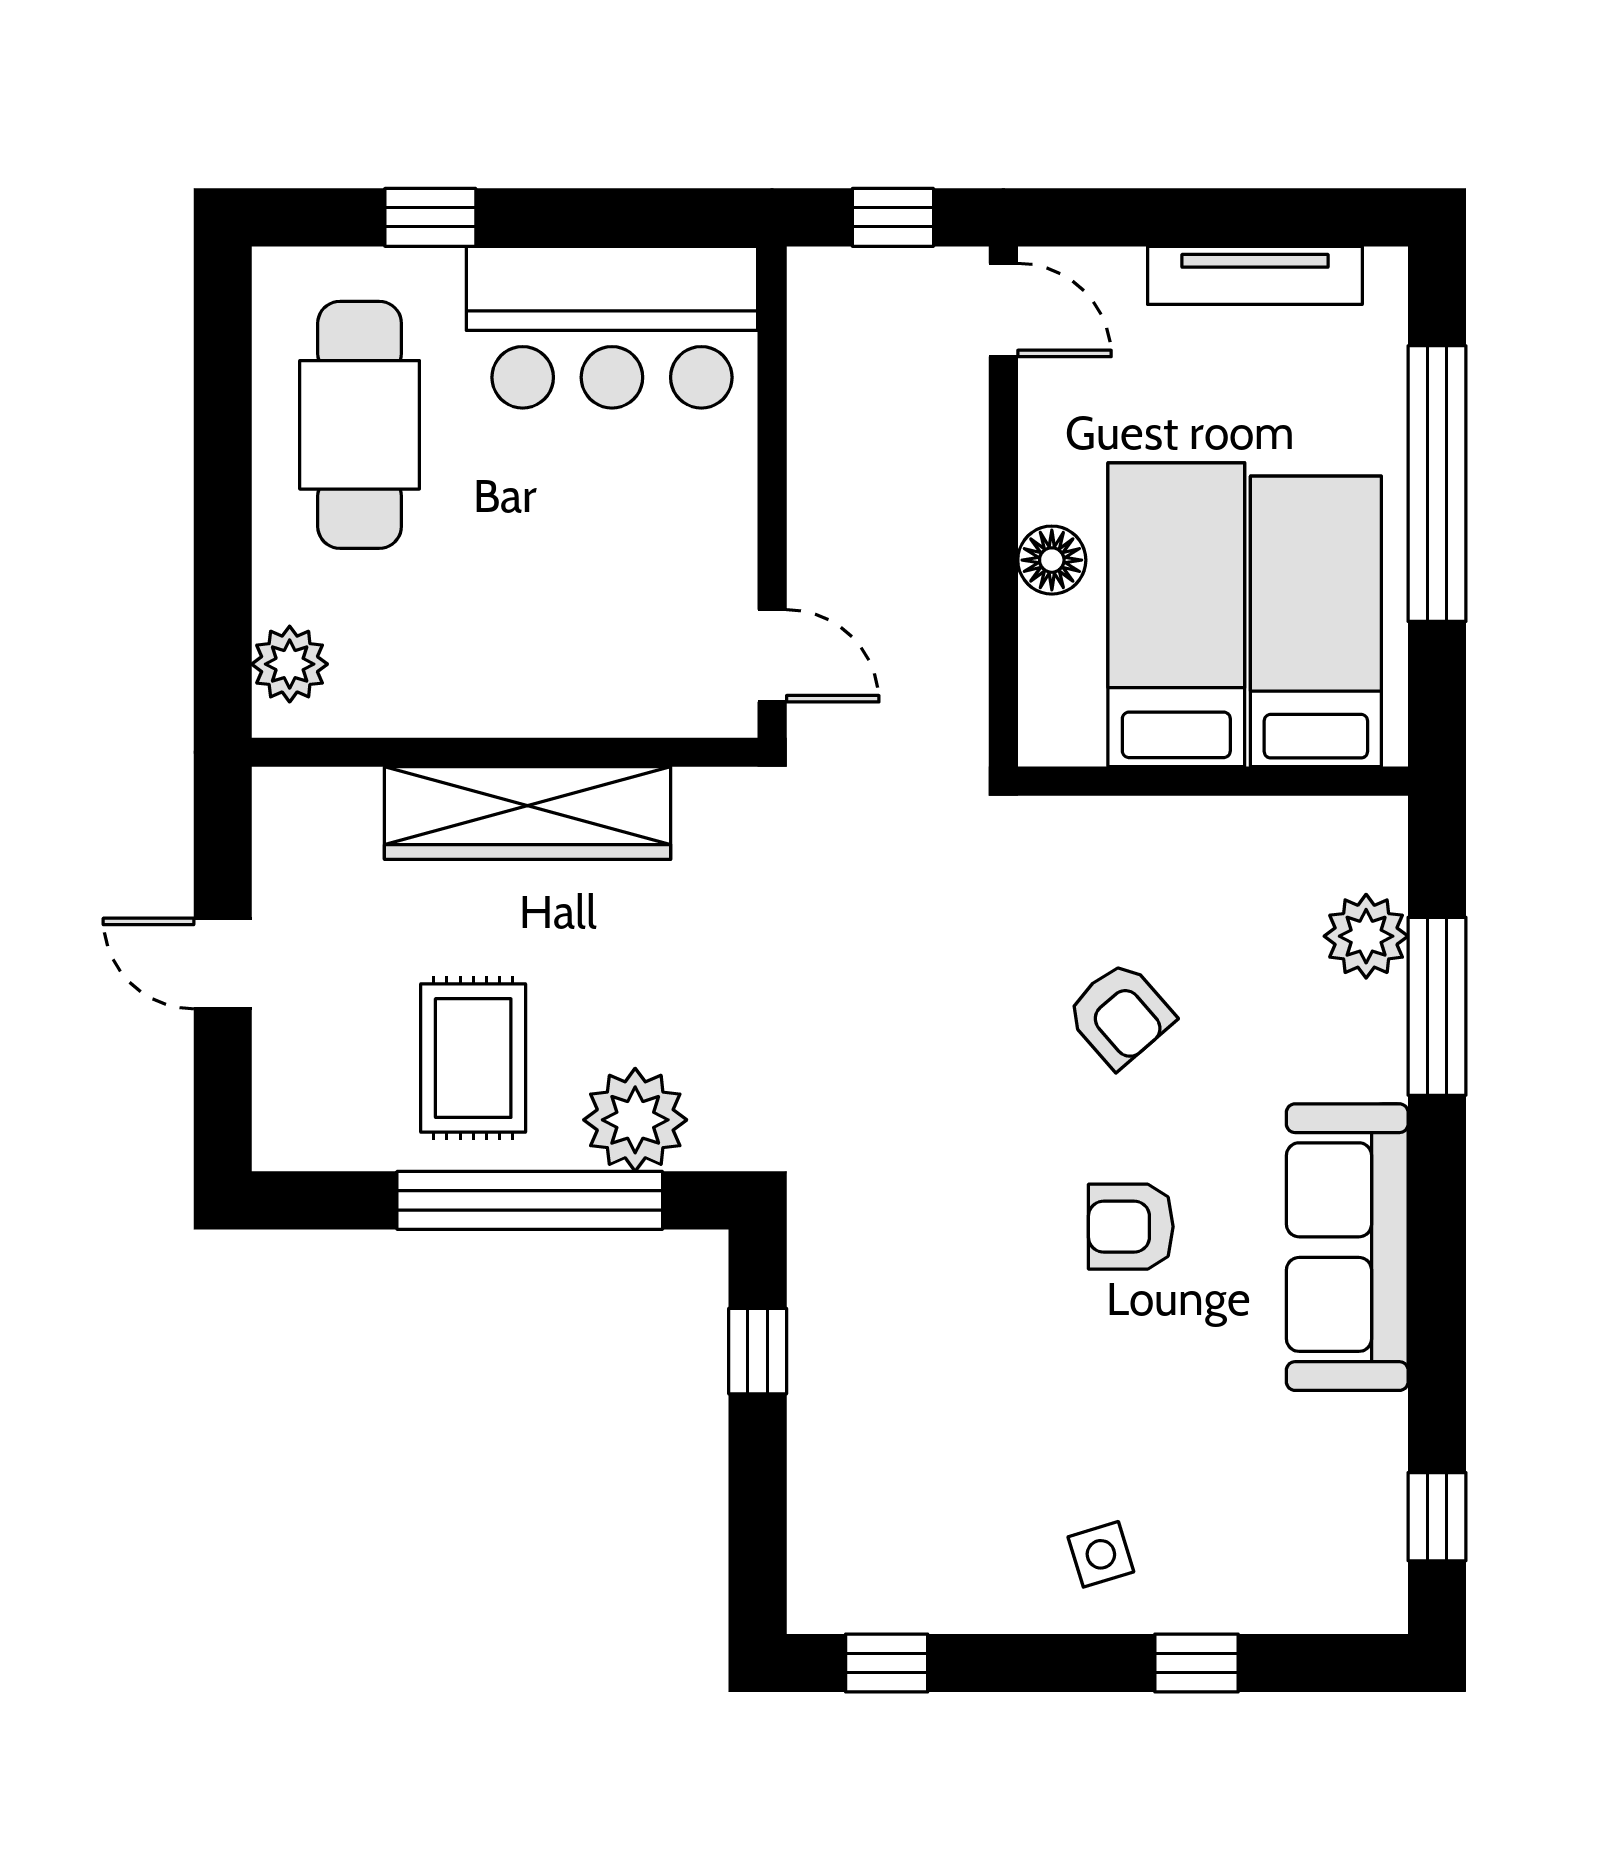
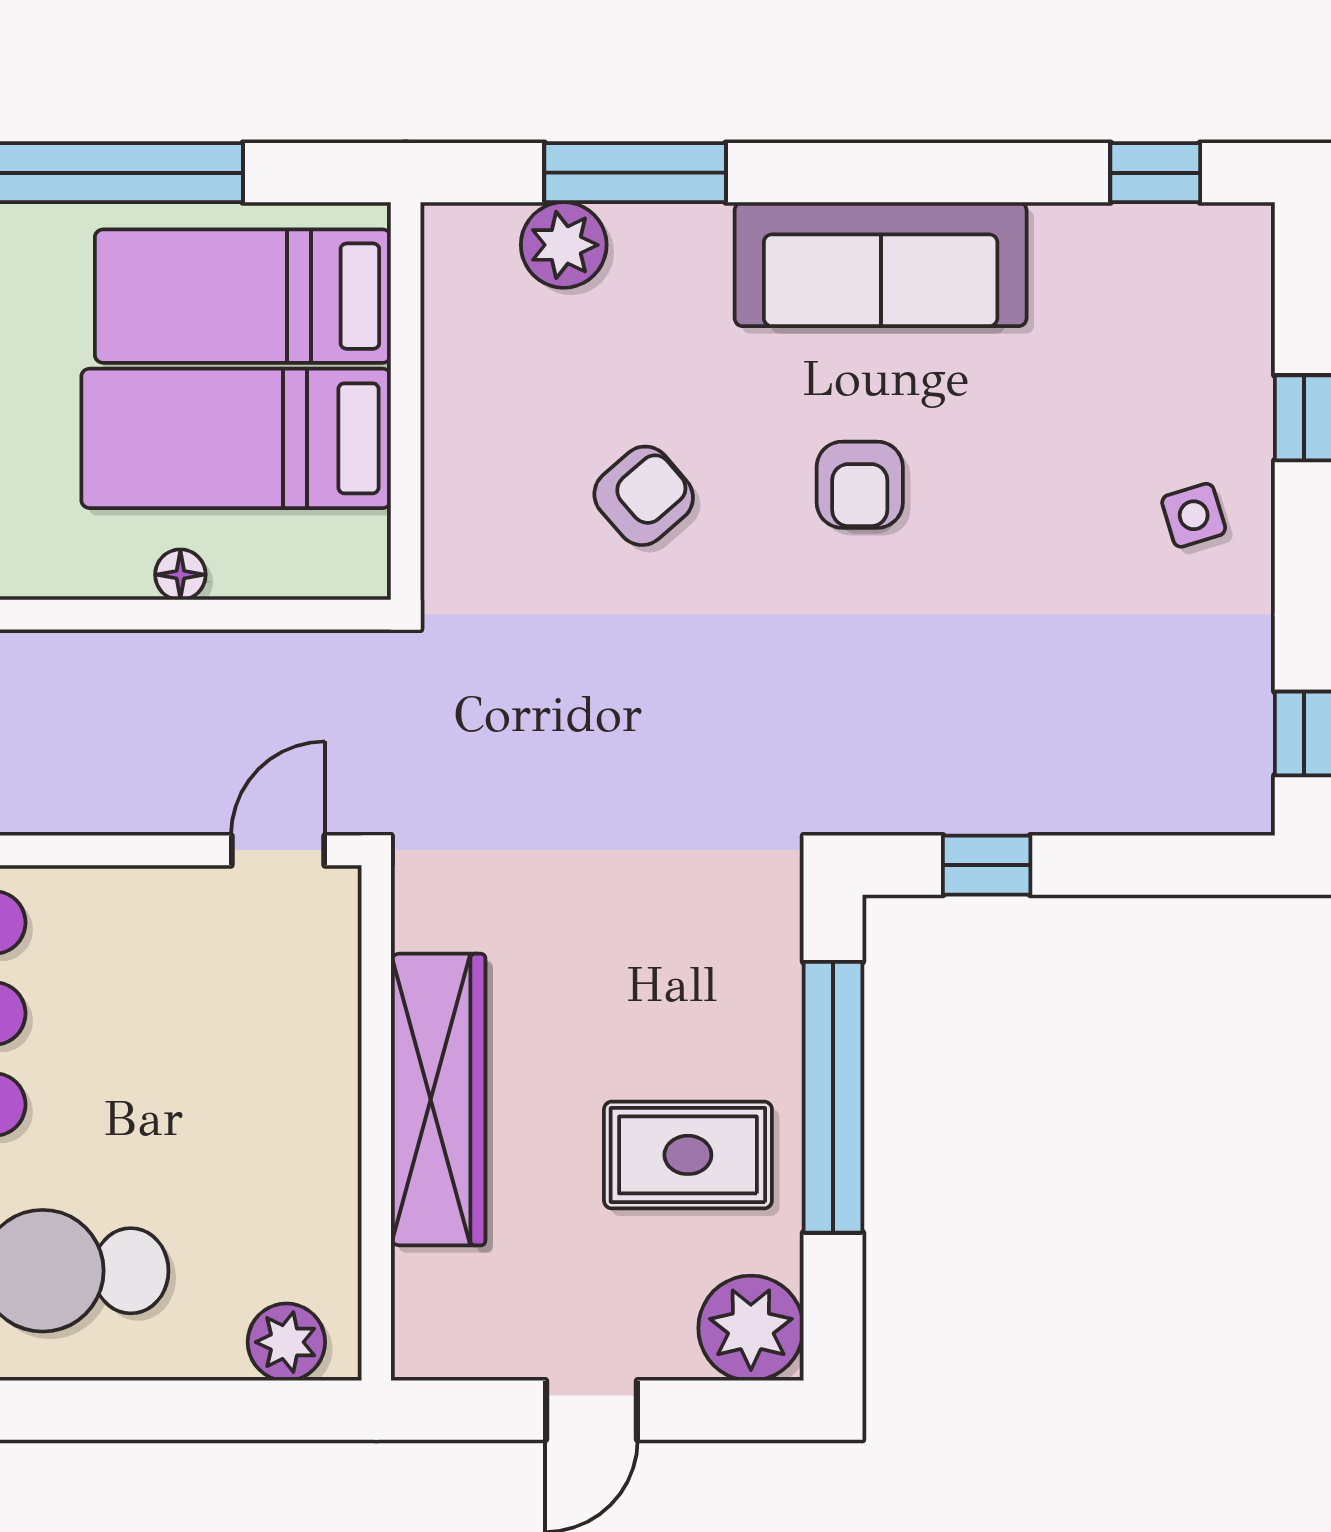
floor lamp: (1052, 560) -> (180, 575), width x0.73, depth x0.73
plant: (635, 1120) -> (751, 1328), moved

